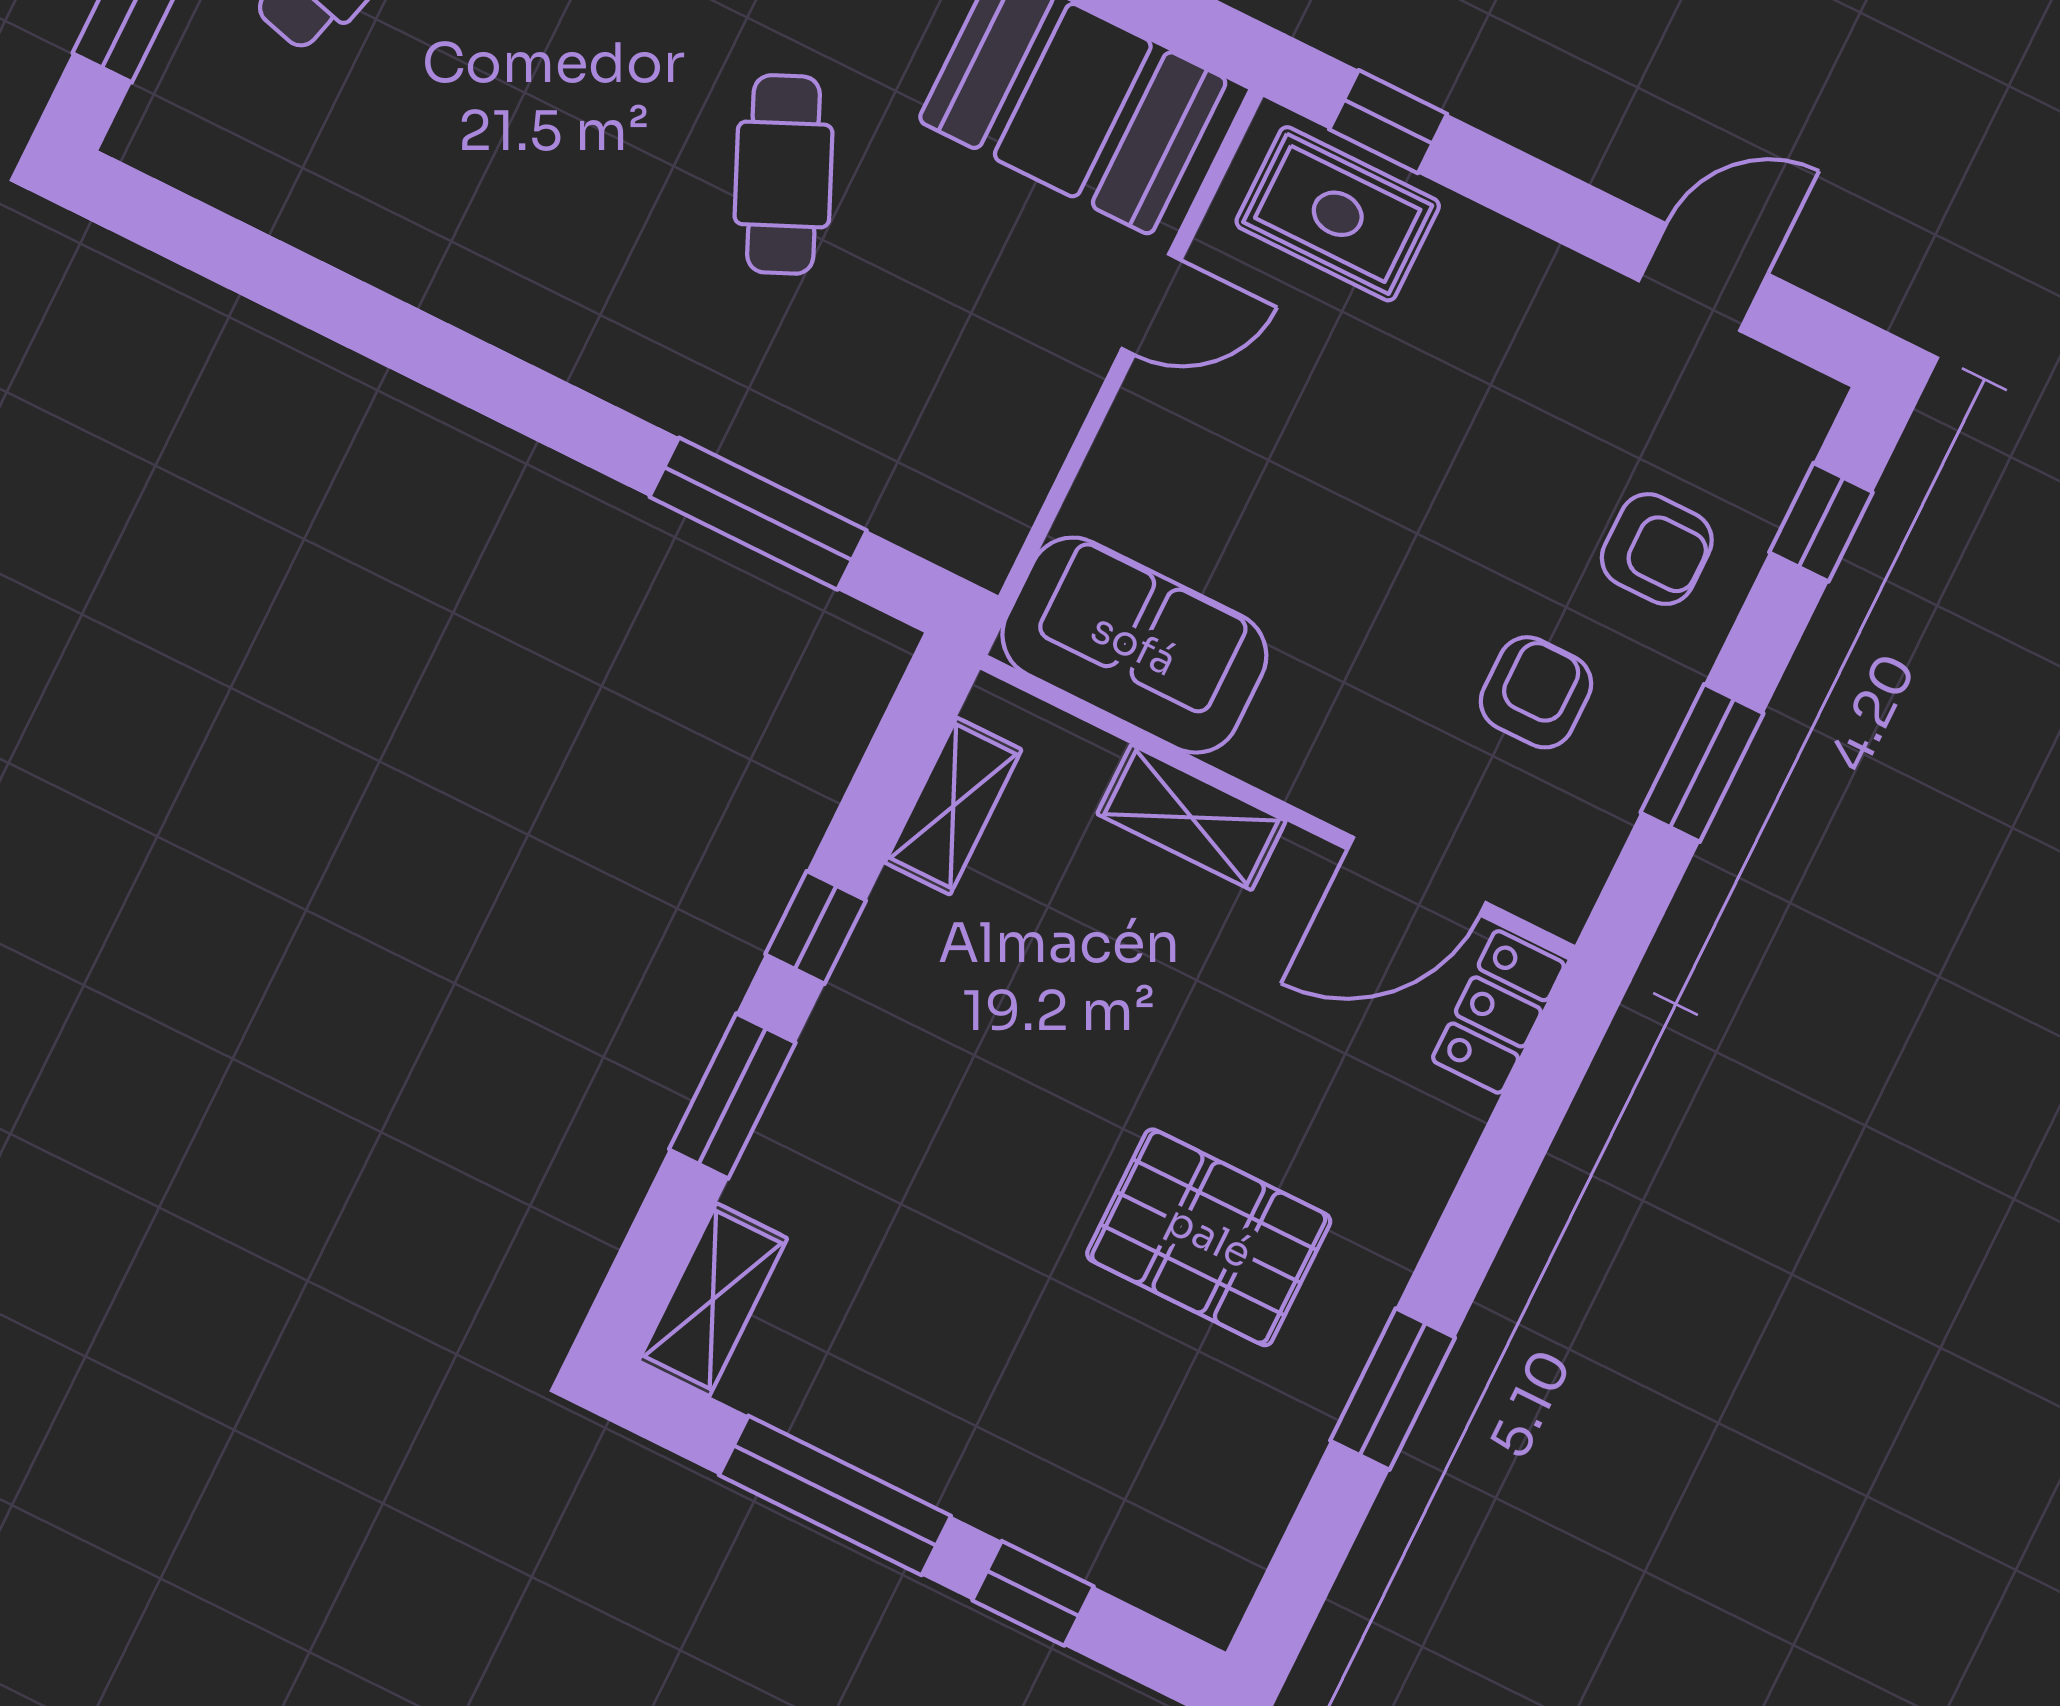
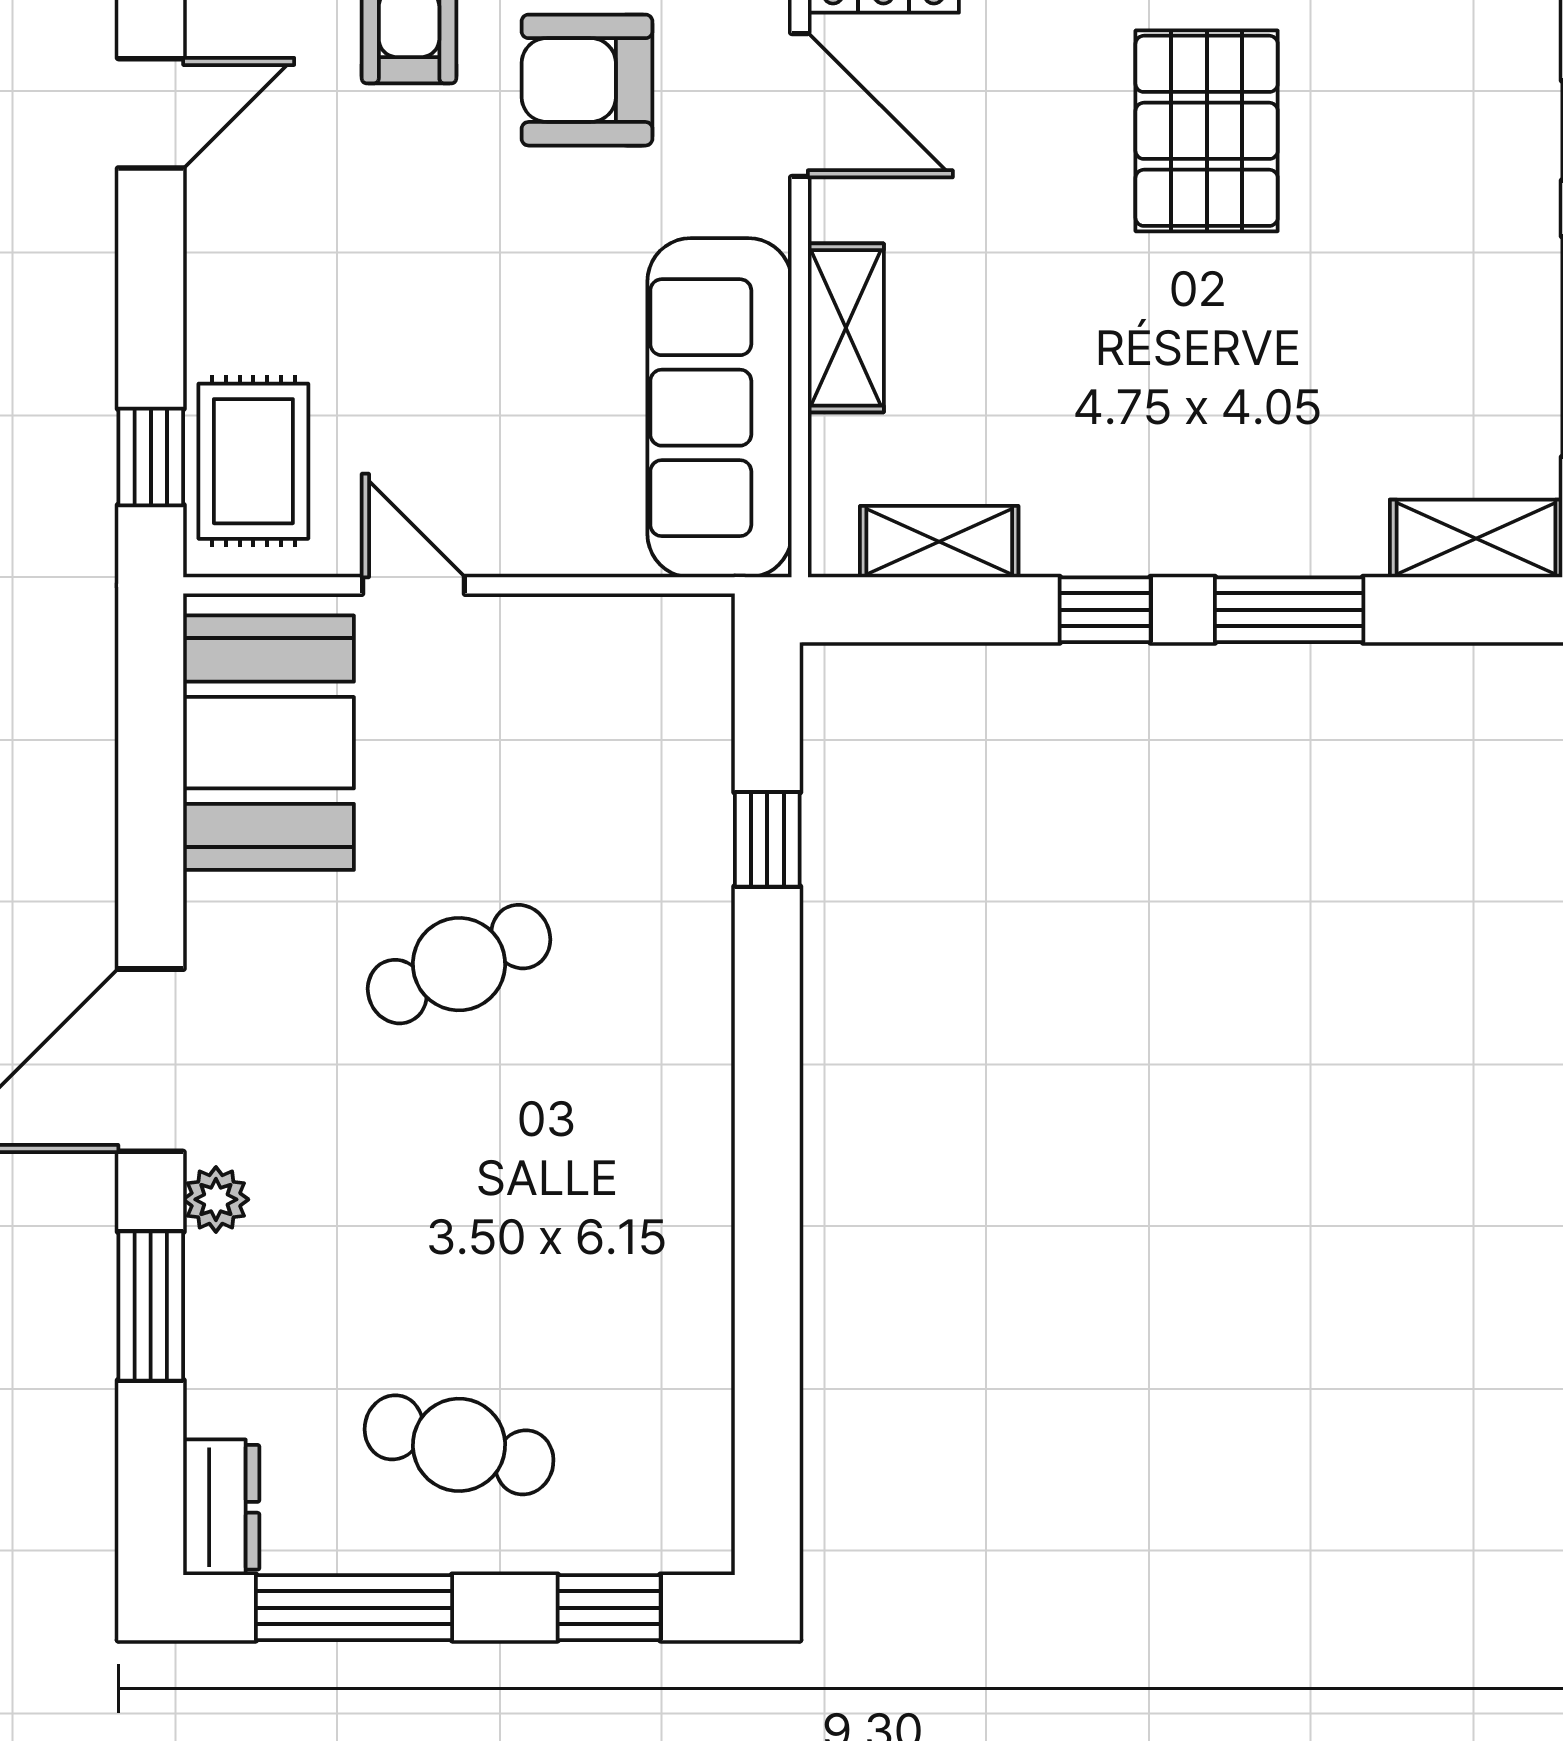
door: (1703, 277) -> (151, 113), swing flipped
window: (758, 514) -> (767, 839), width x0.46
sofa: (1134, 645) -> (720, 408), width x1.36
armchair: (1536, 692) -> (587, 80), width x1.38, depth x1.38

